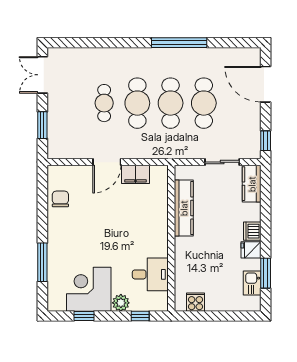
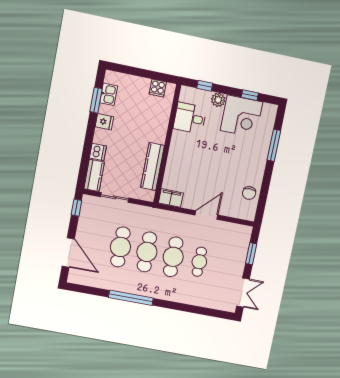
filing cabinet: (135, 174) -> (171, 198), moved
dishwasher: (252, 231) -> (98, 152), moved

